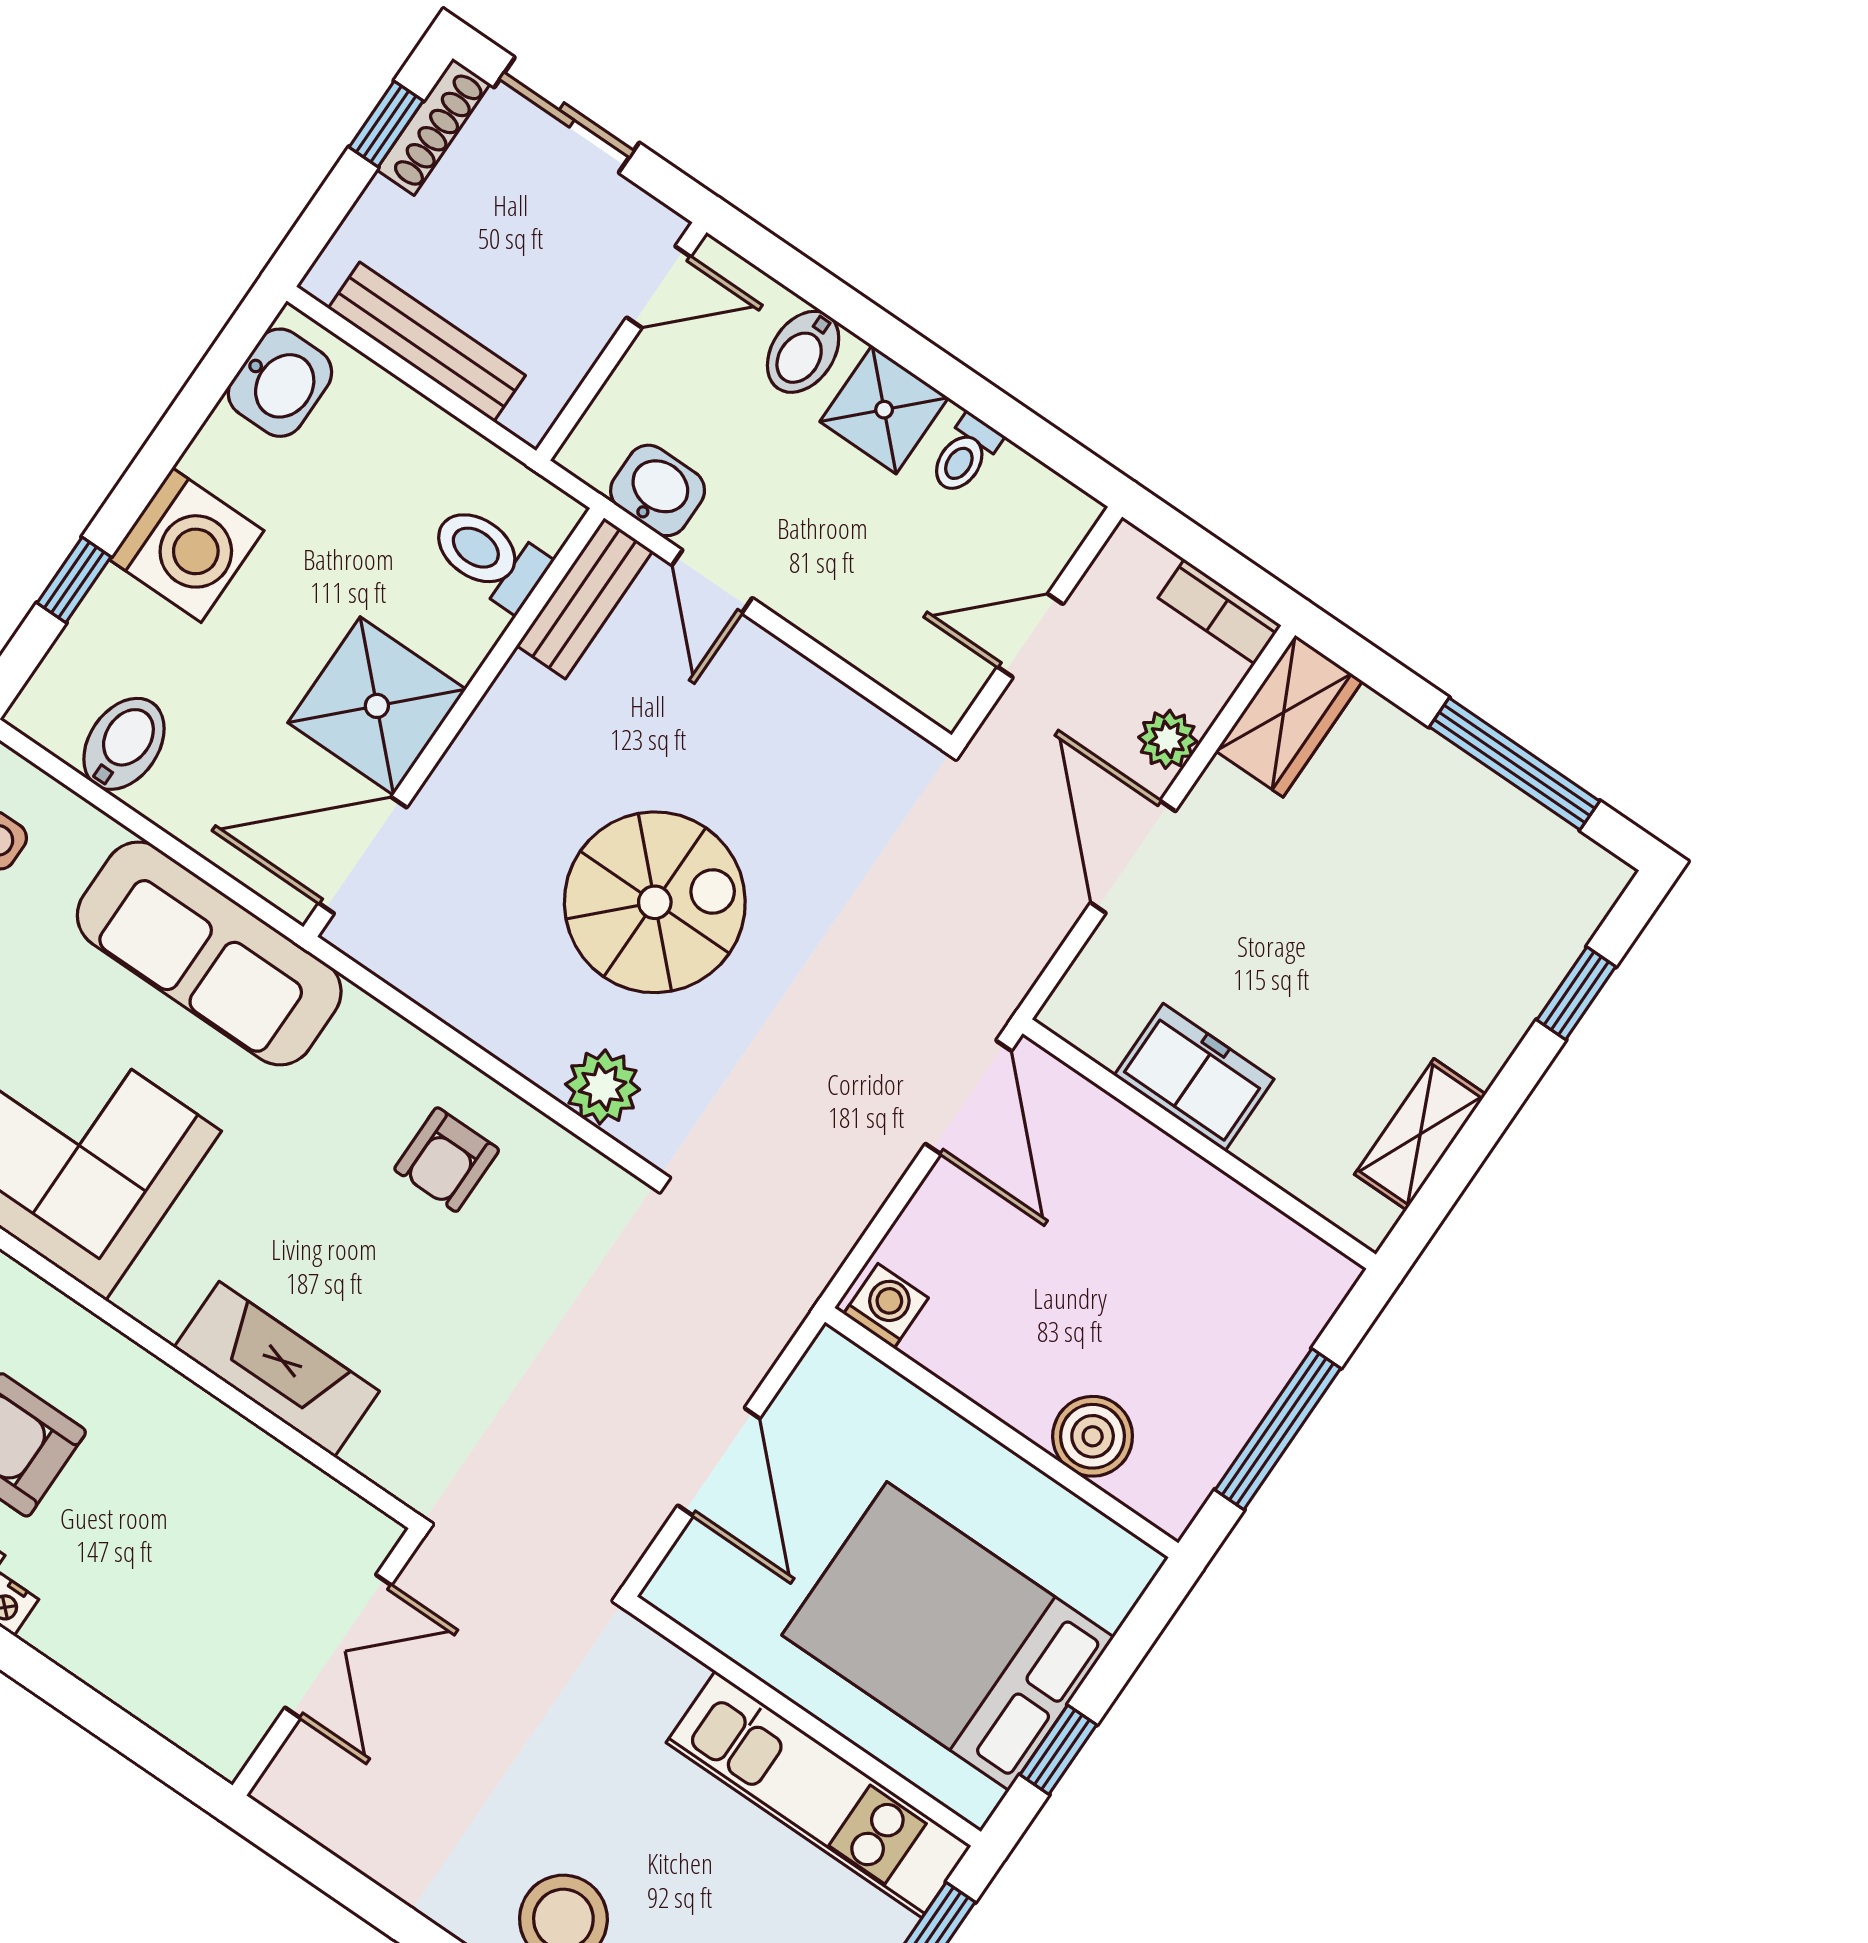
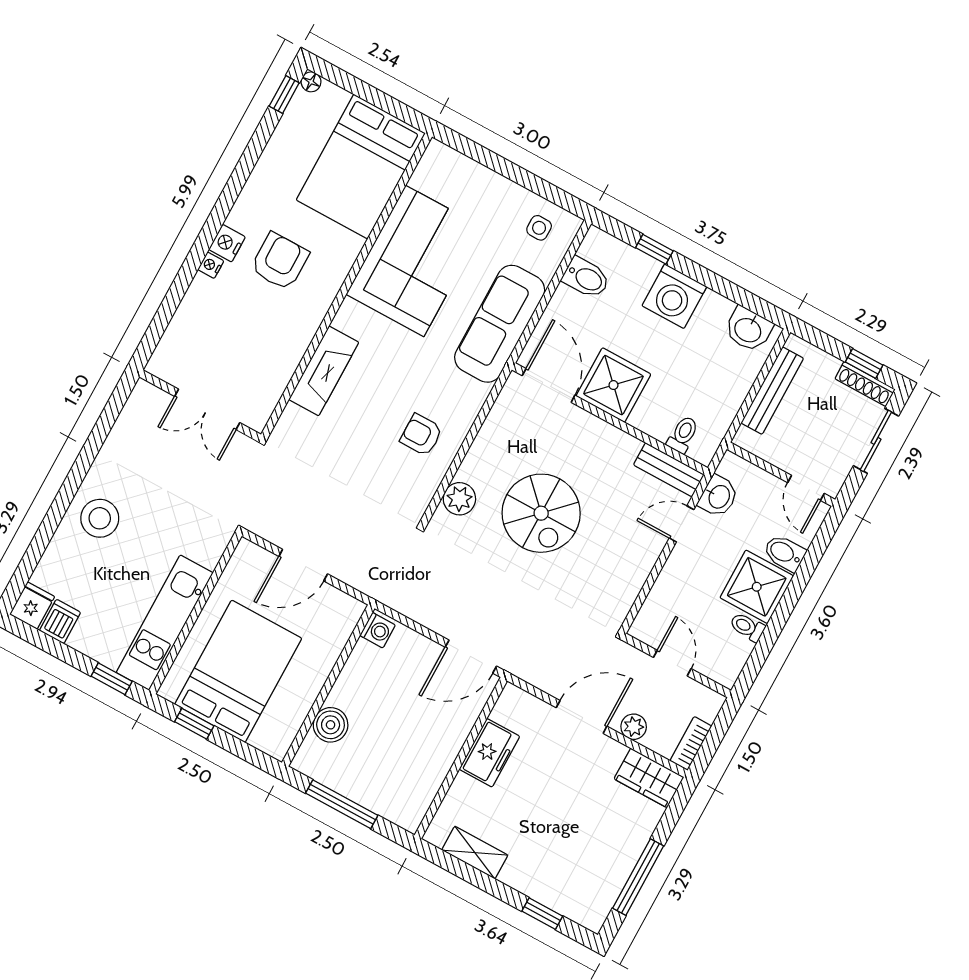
shower: (884, 410) -> (757, 587), width x1.36, depth x1.36
toilet: (489, 556) -> (683, 435), width x0.73, depth x0.72

